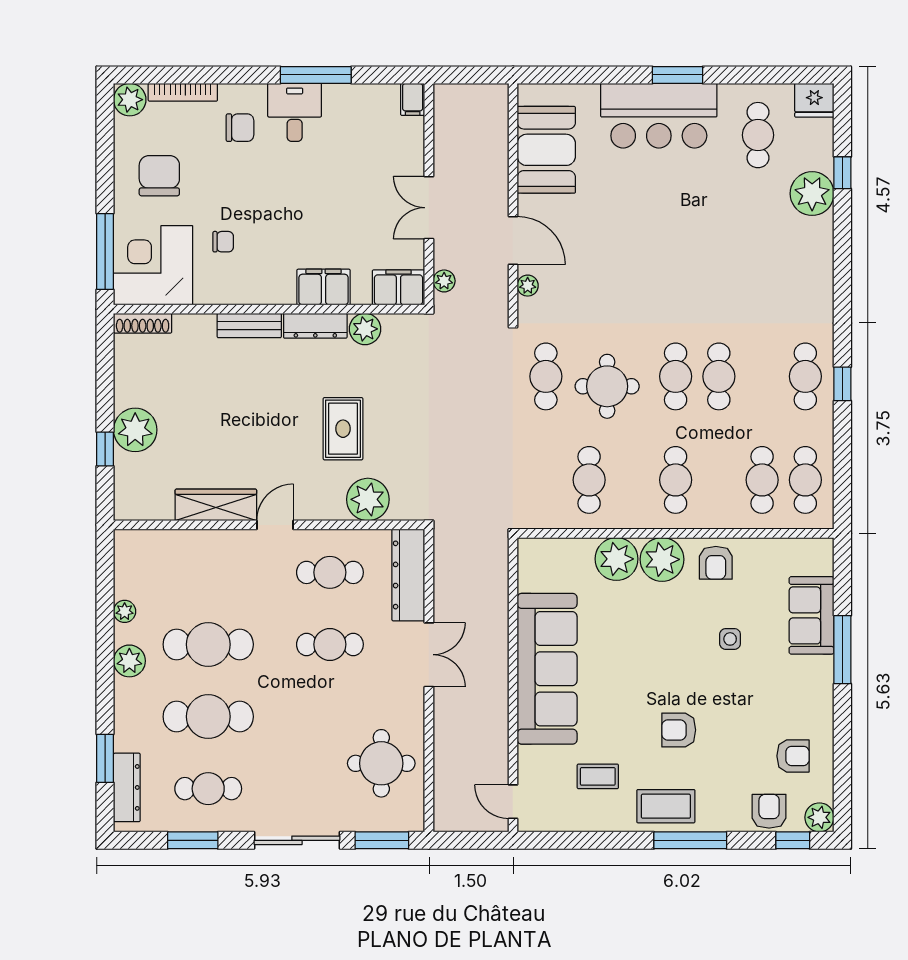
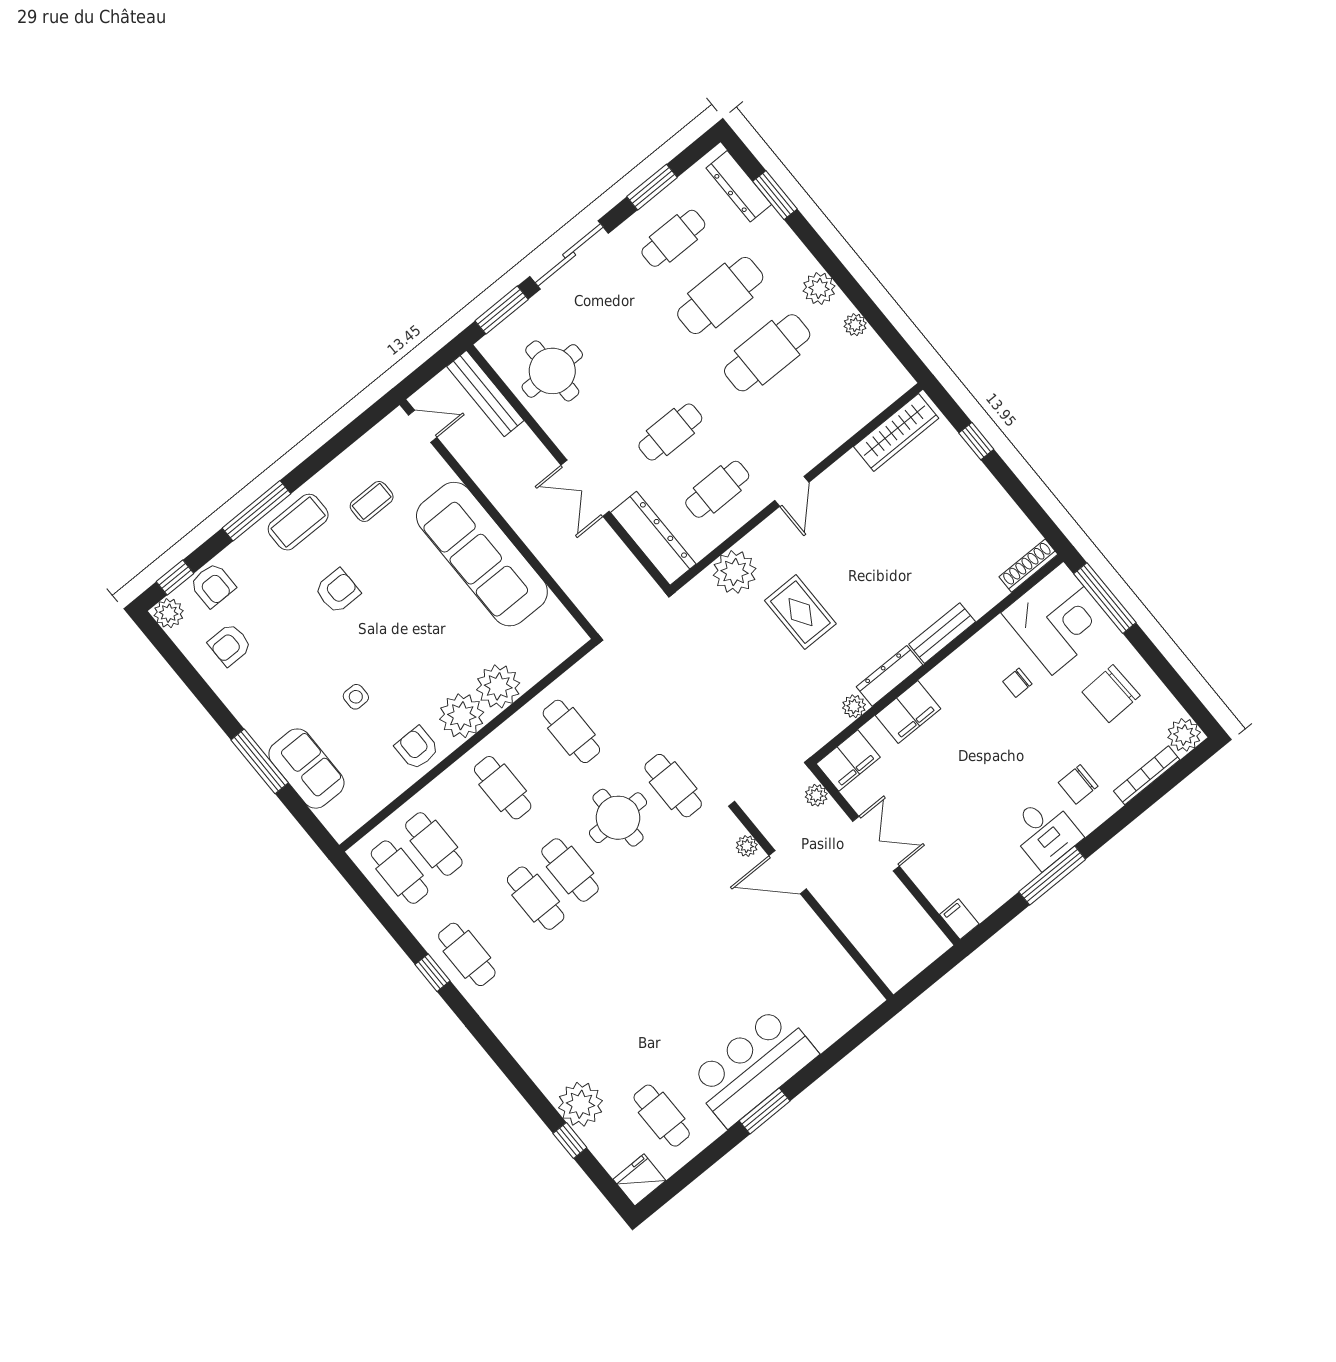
booth: (546, 150) -> (820, 966), removed
chair: (159, 176) -> (1111, 694), turned 88
plant: (365, 329) -> (854, 706), width x0.73, depth x0.73
plant: (135, 430) -> (965, 476), removed
wardrobe: (216, 505) -> (896, 432), moved
bench: (445, 788) -> (485, 394), added

